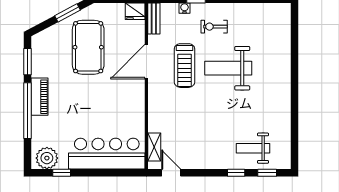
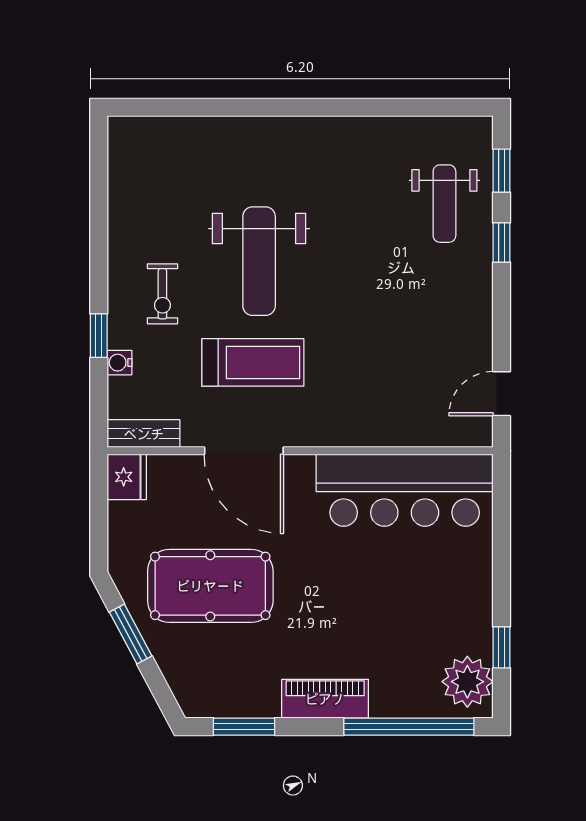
window: (27, 111) -> (409, 727), moved
shelving: (154, 147) -> (442, 433), removed
bar counter: (107, 154) -> (405, 490), moved, turned -90

